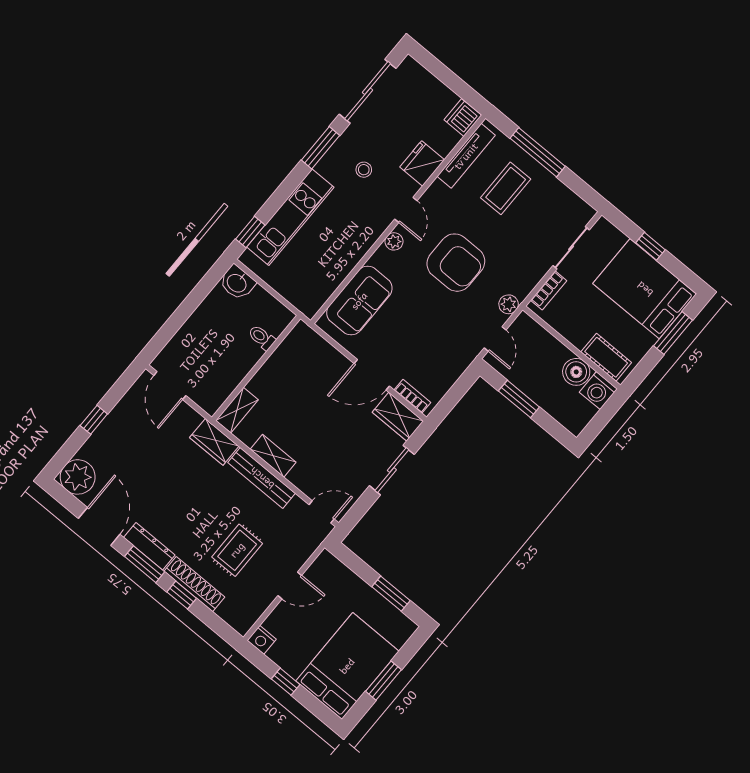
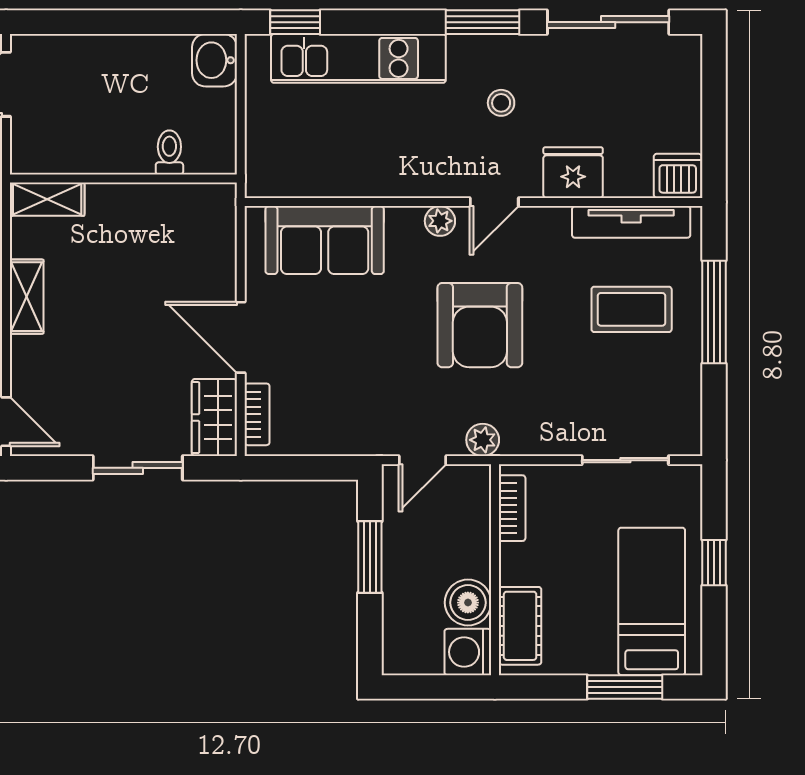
bed: (645, 289) -> (652, 601), width x0.67
bookcase: (549, 290) -> (512, 508), moved, turned -90

